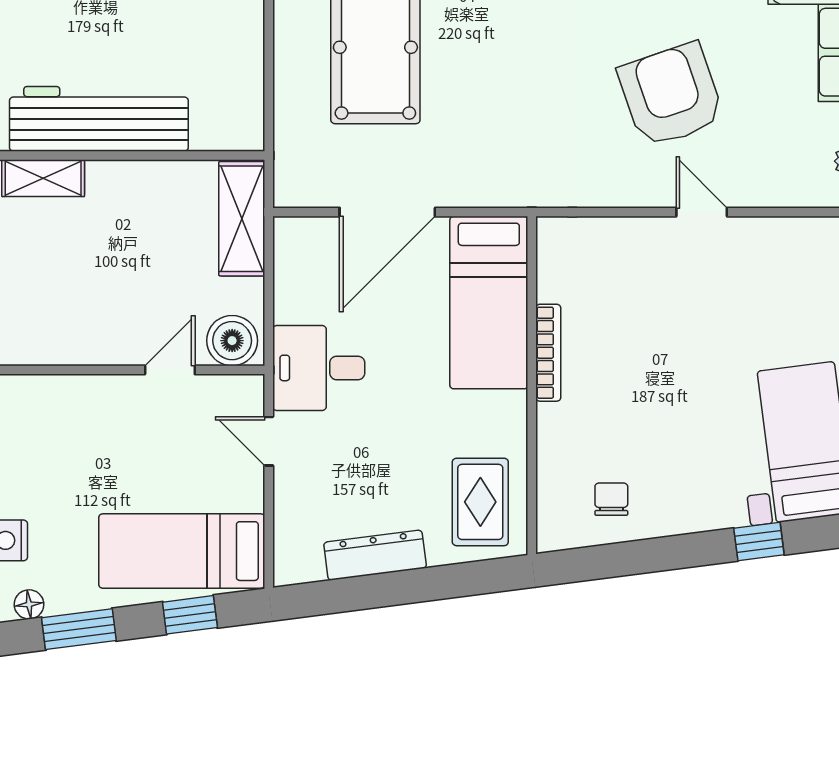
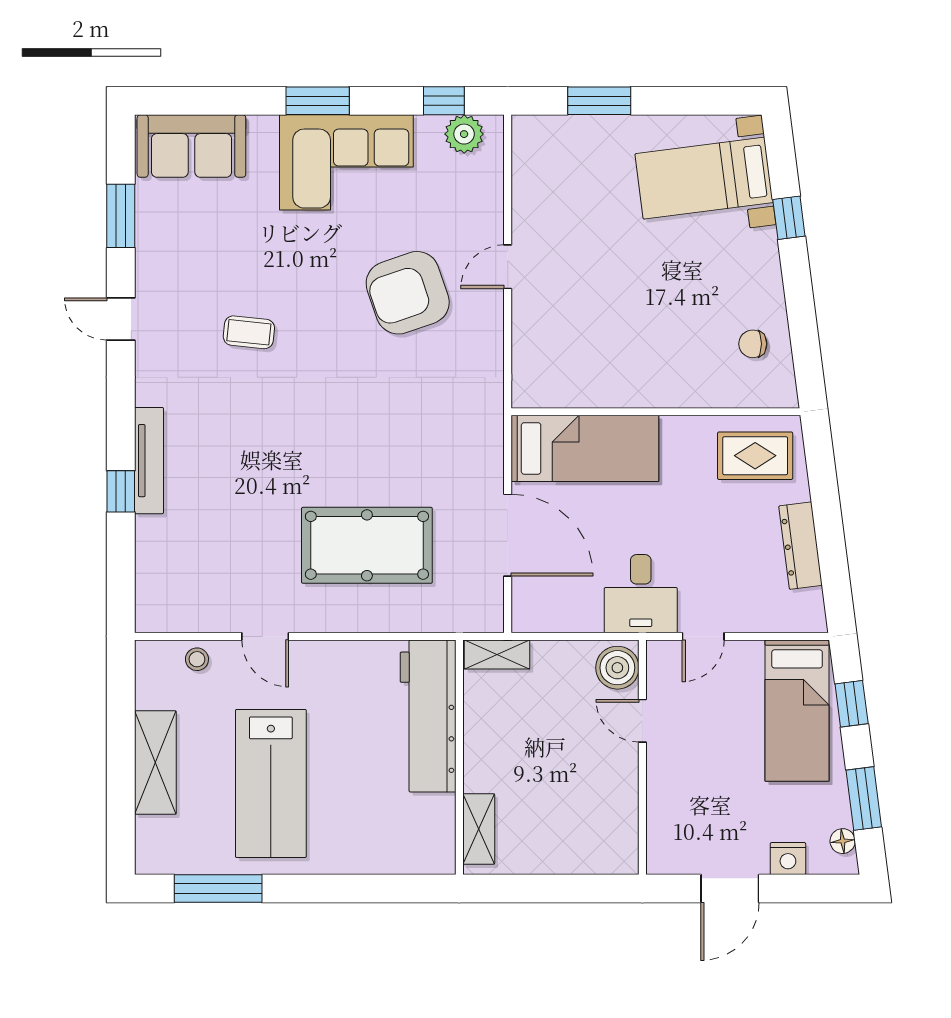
workbench: (99, 119) -> (428, 716), moved
shelving: (242, 219) -> (497, 654), width x0.67, depth x0.75
bookcase: (548, 353) -> (628, 398), removed

